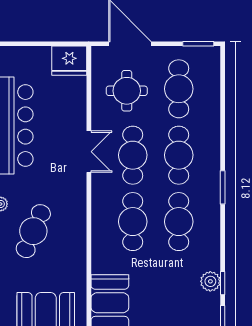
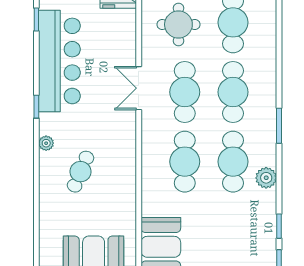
double door: (89, 152) -> (139, 88), swing flipped
cafe table: (33, 231) -> (81, 172), width x0.73, depth x0.74
plant: (210, 281) -> (266, 178), moved

